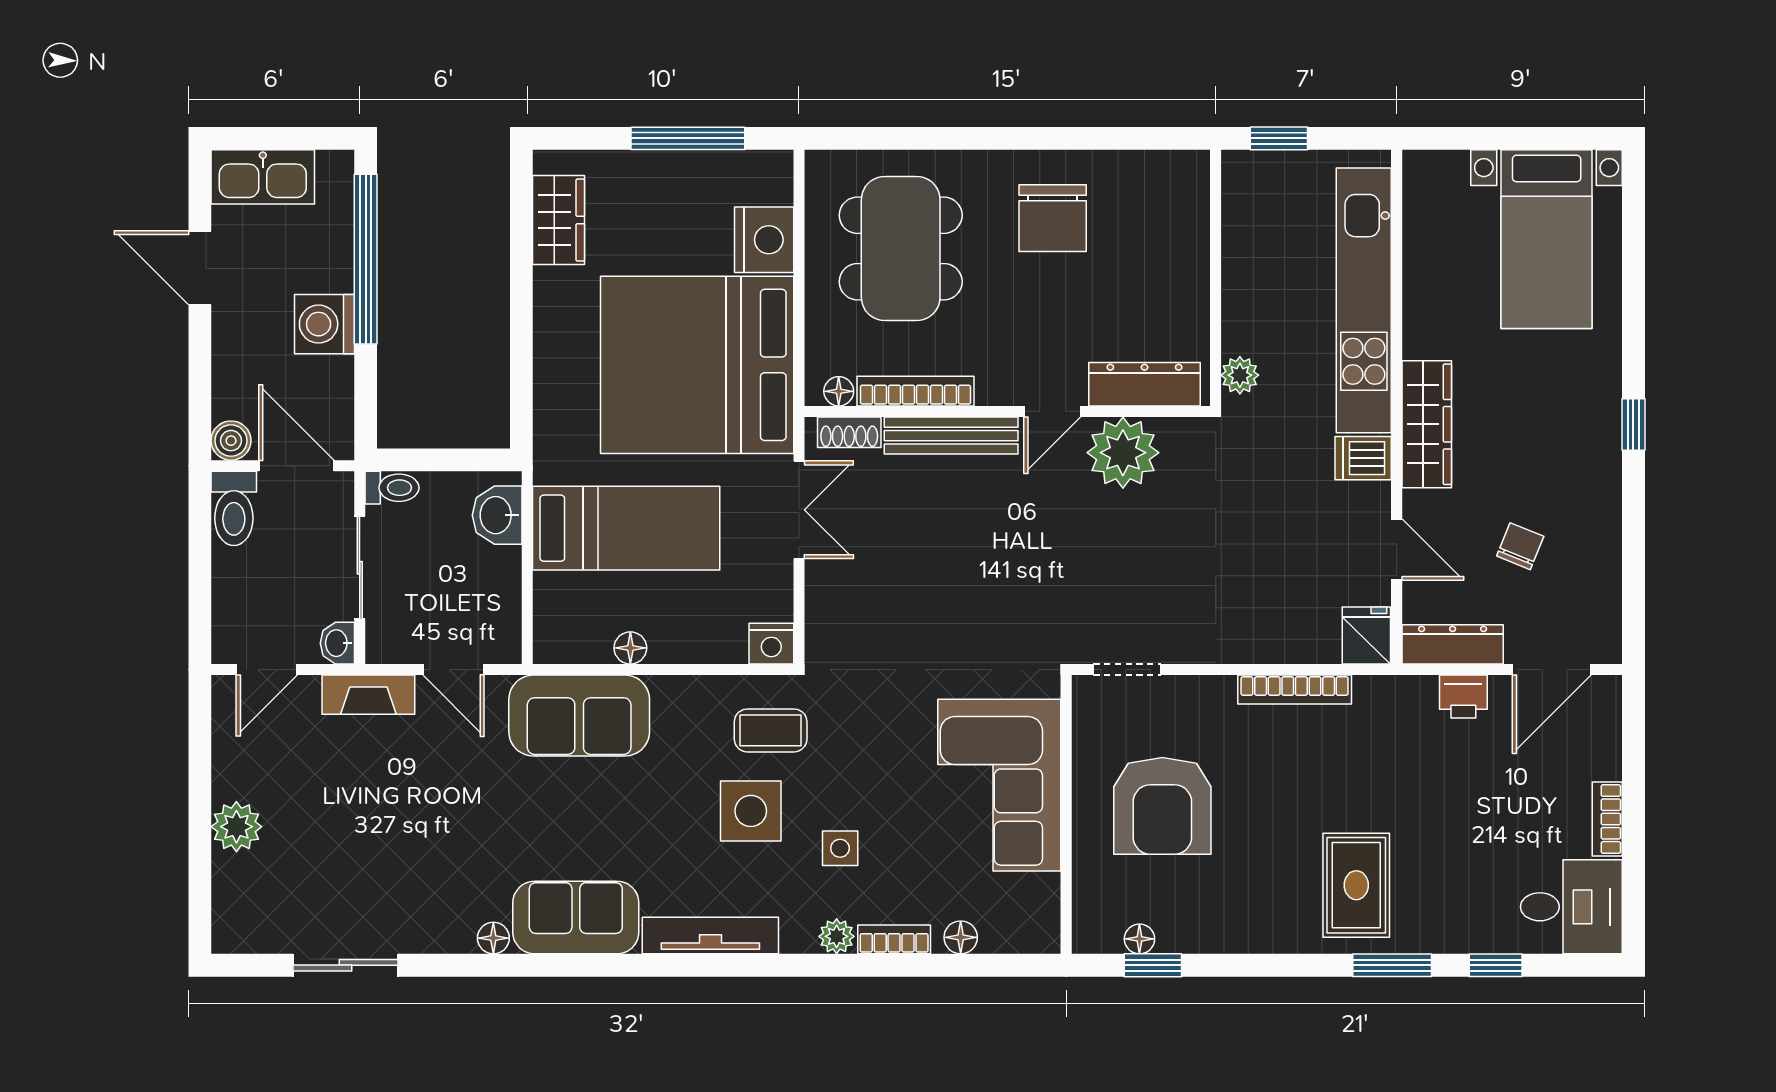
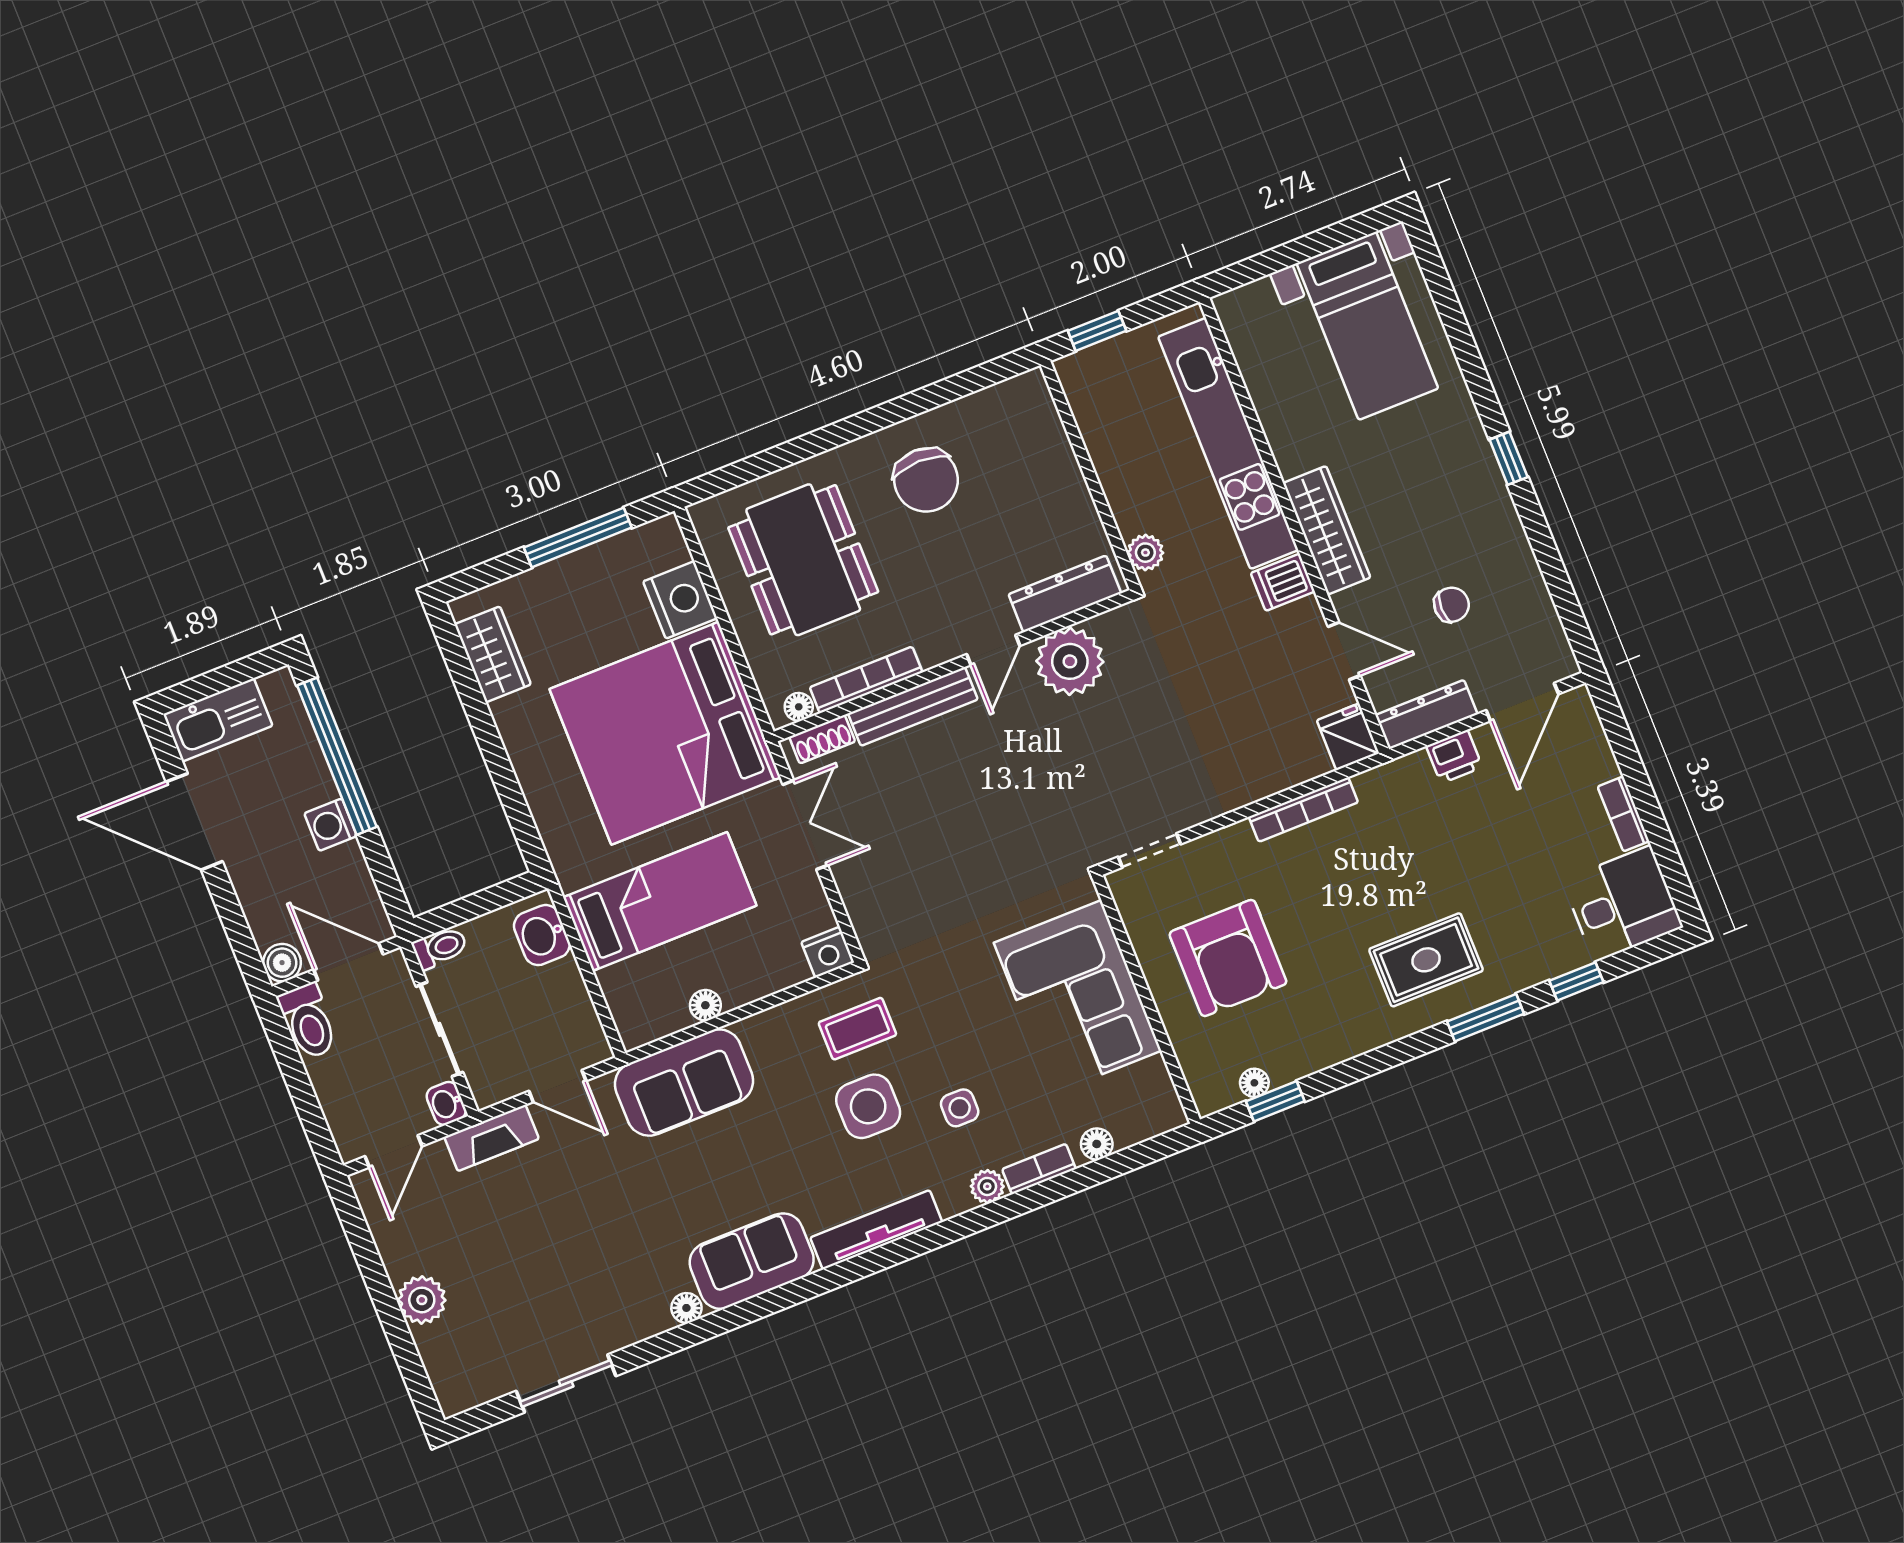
door: (200, 268) -> (194, 822), width x1.36
washing machine: (325, 324) -> (331, 825), width x0.73, depth x0.73
chair: (1520, 546) -> (1451, 605), turned 68
rug: (1356, 885) -> (1426, 960), turned 90

